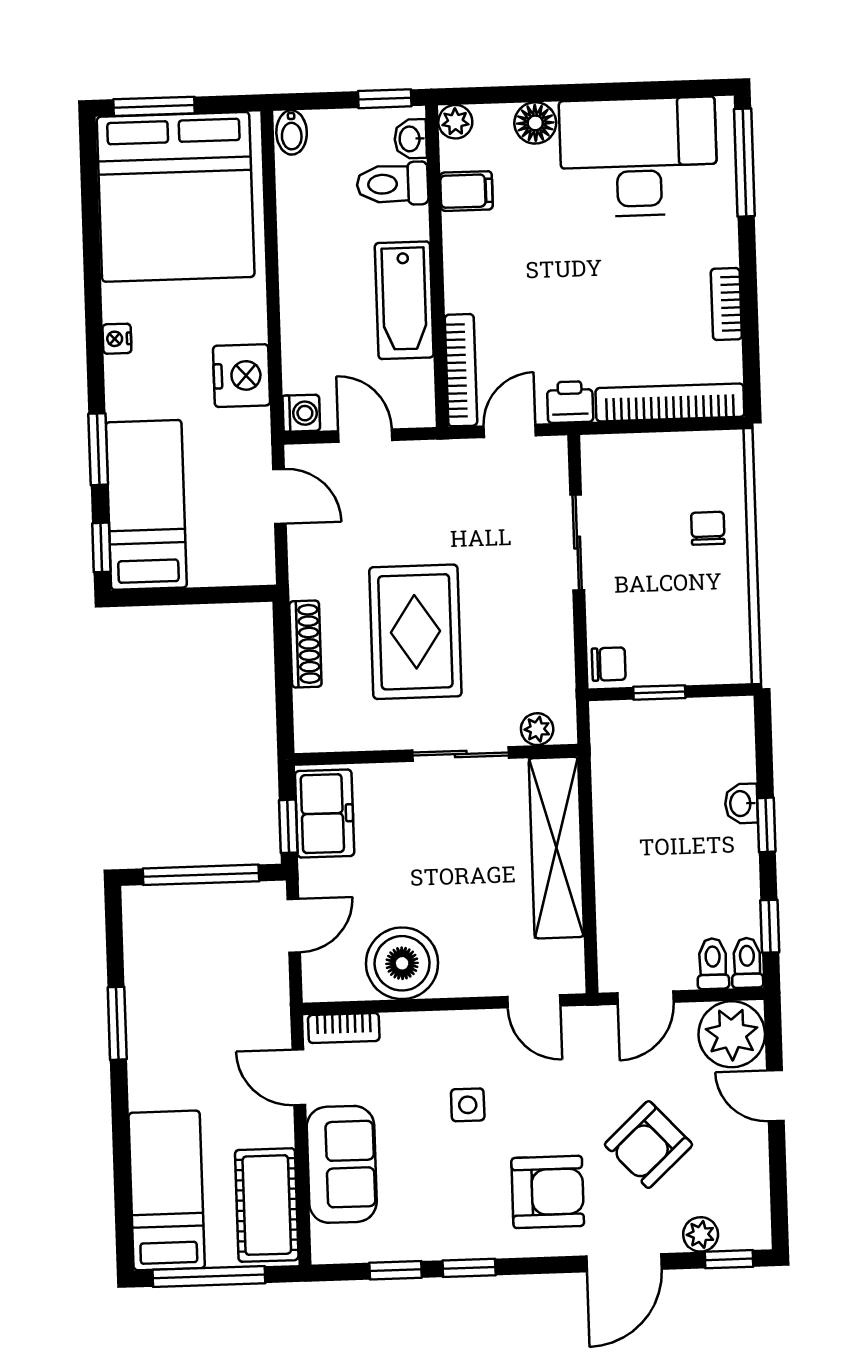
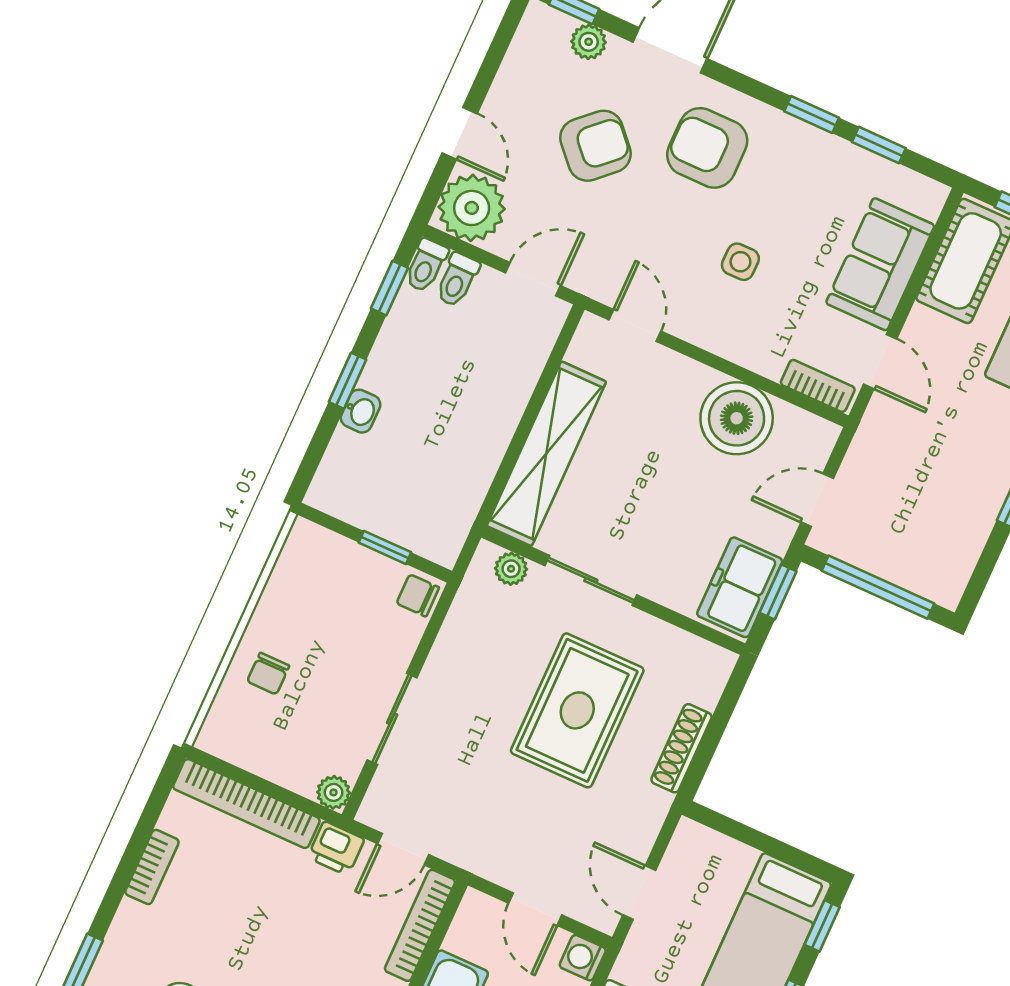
plant: (597, 451) -> (334, 792), added

